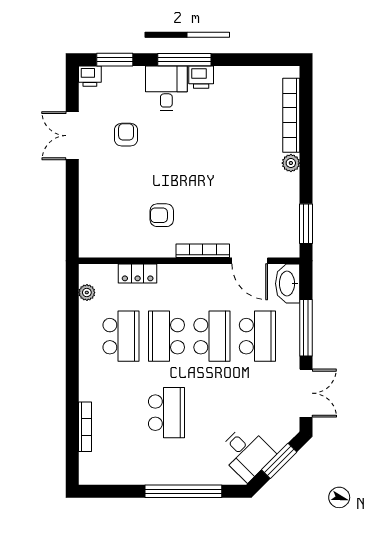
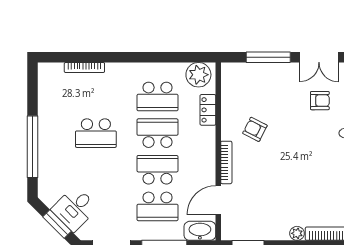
double door: (72, 136) -> (319, 57), swing flipped
window: (72, 199) -> (268, 57), added
armchair: (162, 215) -> (255, 129), turned -63
plant: (87, 292) -> (198, 75), width x1.88, depth x1.88
school desk: (212, 336) -> (157, 170), turned 180
desk: (246, 453) -> (75, 209), moved

